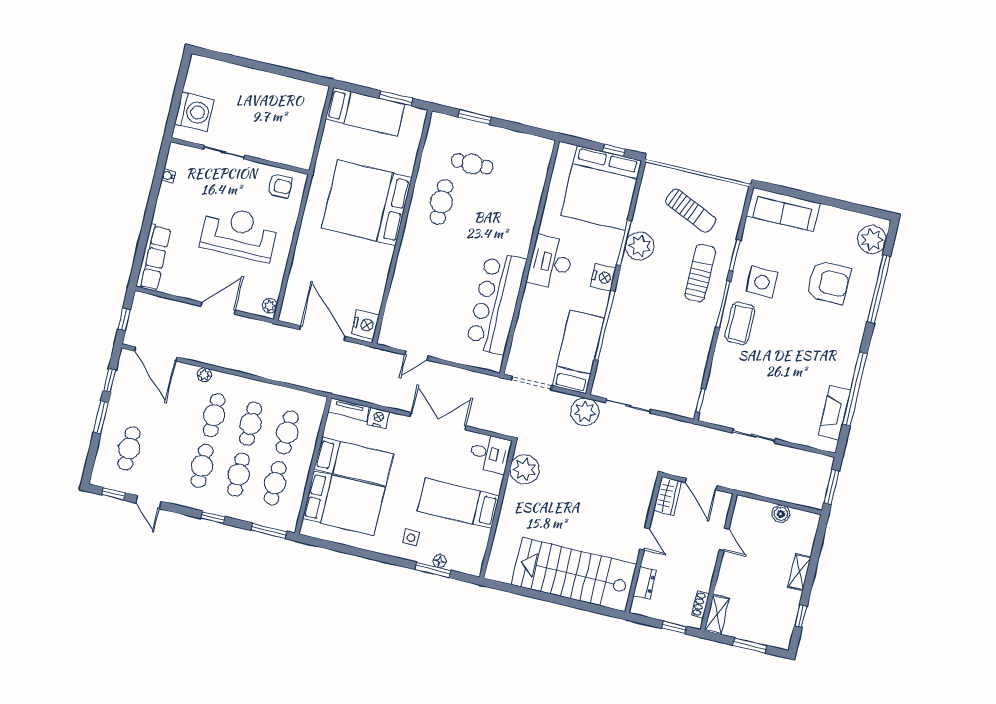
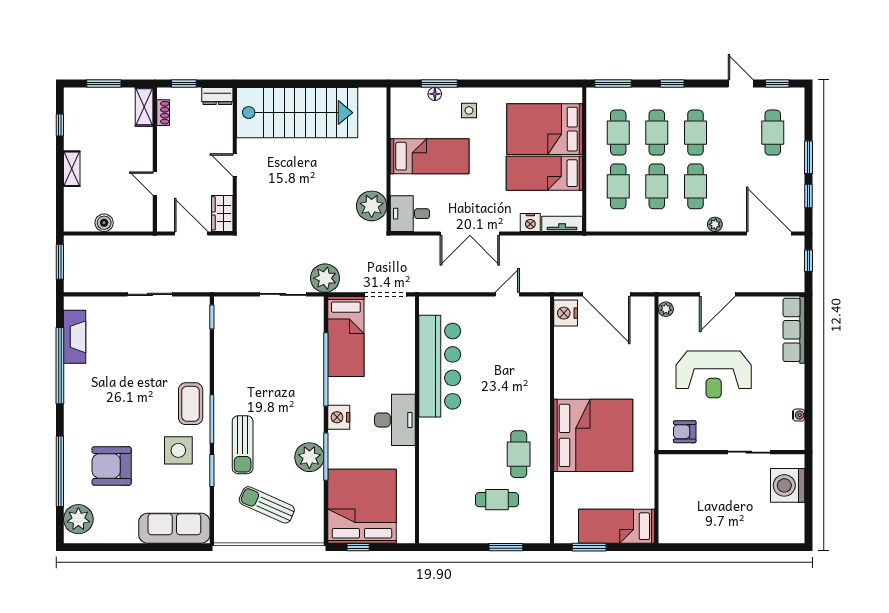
dresser: (645, 583) -> (217, 96), moved, turned -90

